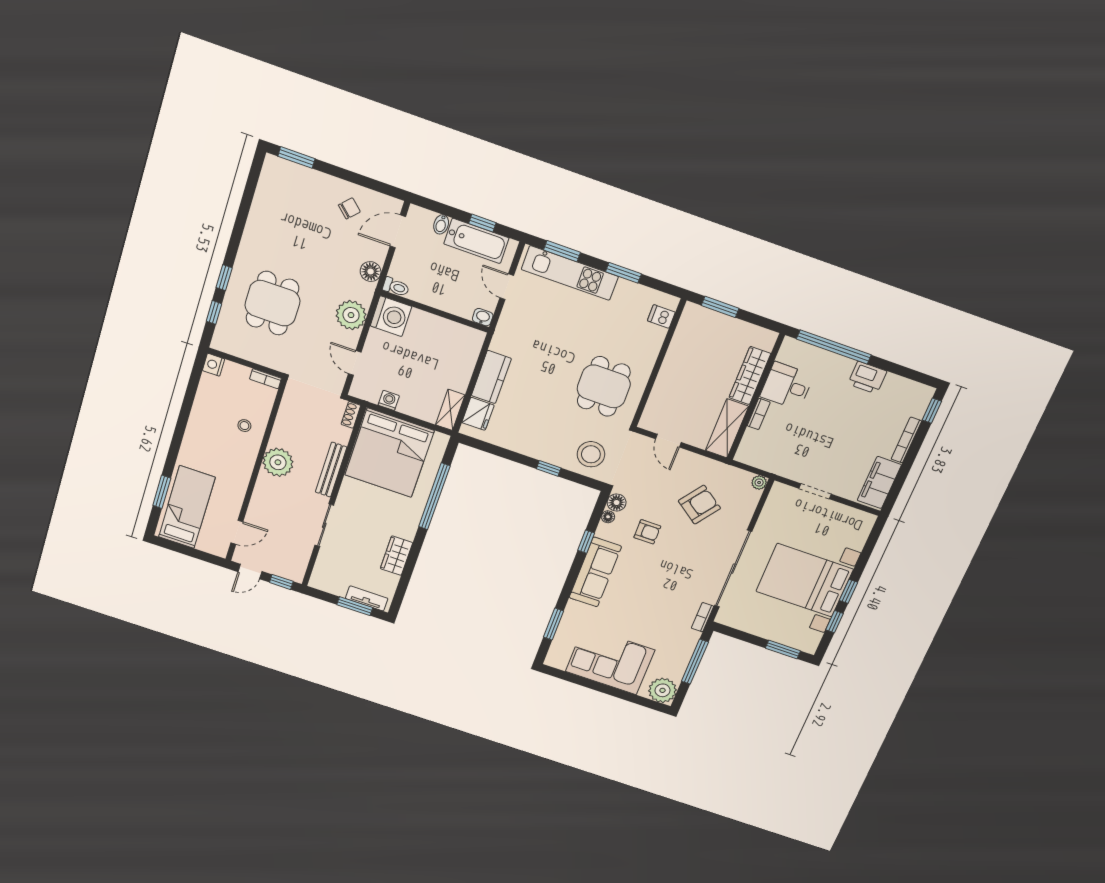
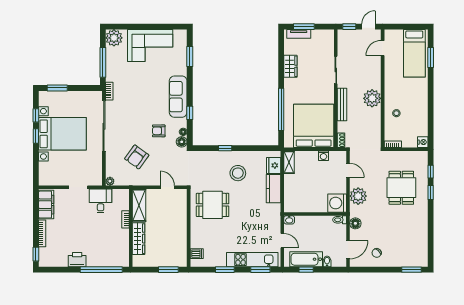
dining table: (604, 386) -> (213, 205), turned 90
desk: (787, 386) -> (101, 201), moved, turned -90
stool: (591, 454) -> (238, 173), moved

